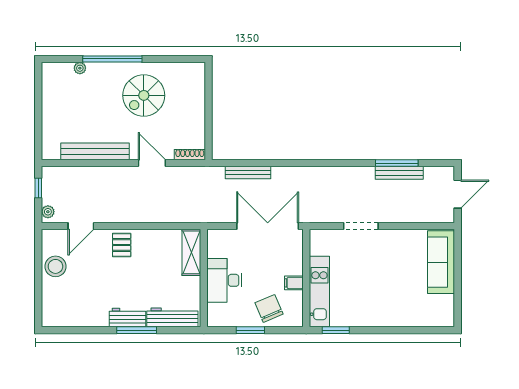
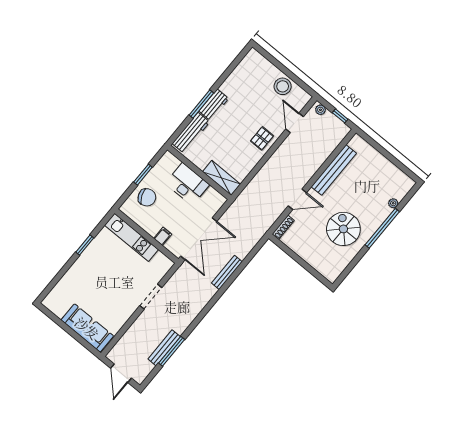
bench: (248, 172) -> (227, 272), moved
pallet: (122, 245) -> (262, 138), turned 90
filing cabinet: (294, 283) -> (163, 236), moved
window: (336, 330) -> (85, 245), moved

